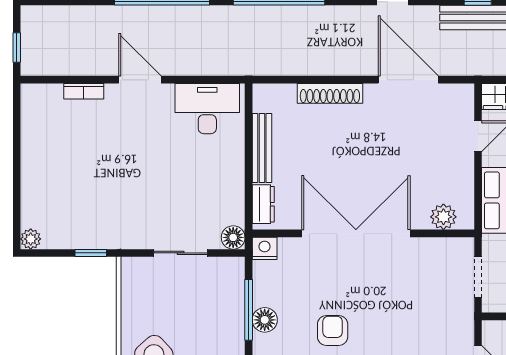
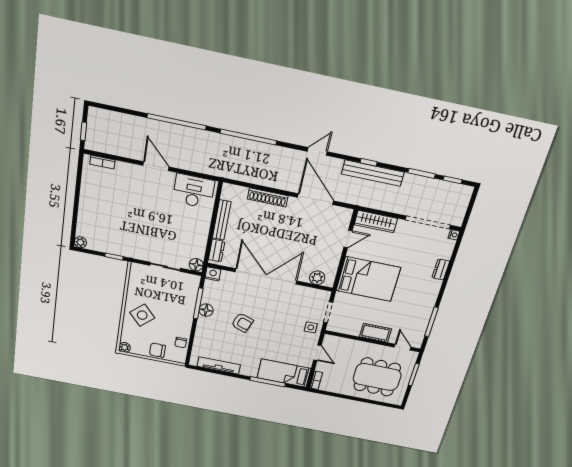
bookcase: (84, 91) -> (103, 162), moved
side table: (455, 313) -> (311, 327), added
armchair: (333, 330) -> (242, 323), turned 110

